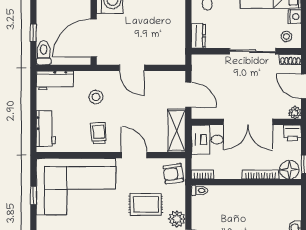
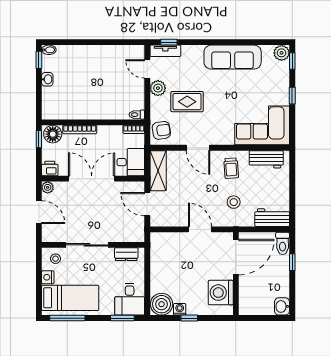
dresser: (198, 36) -> (126, 254), moved, turned -90
shoe rack: (290, 60) -> (52, 237), removed
workbench: (46, 129) -> (266, 159), moved, turned -90
corner sofa: (76, 186) -> (262, 125), width x0.73, depth x0.74
window: (33, 195) -> (292, 96), moved

